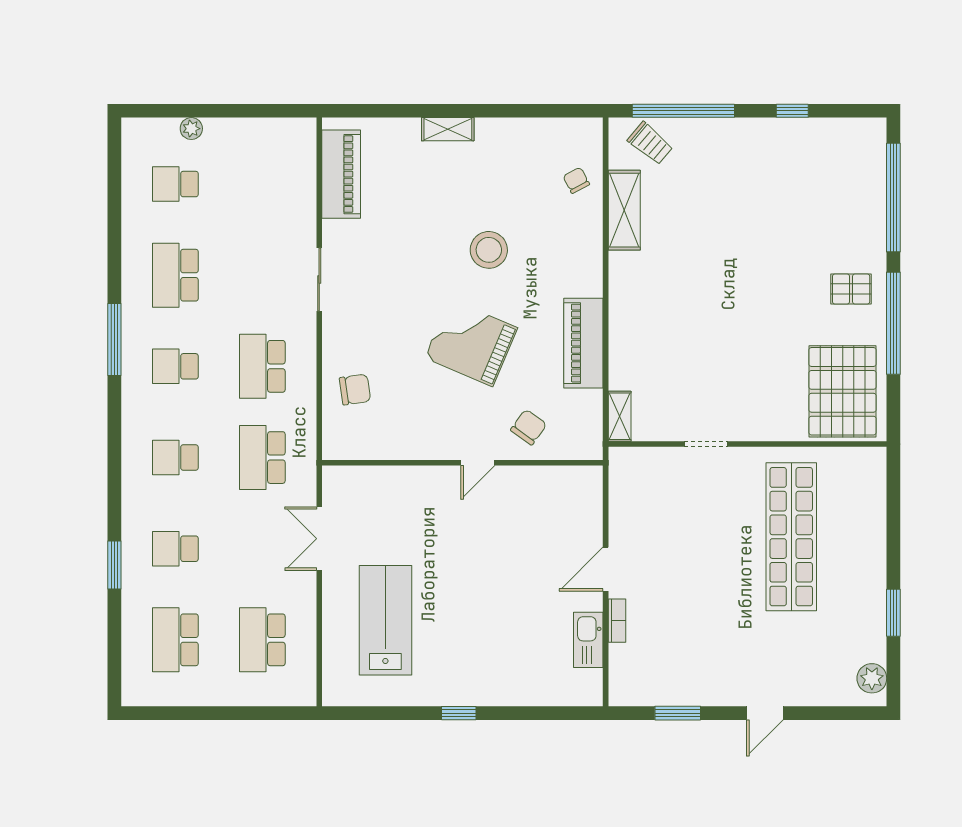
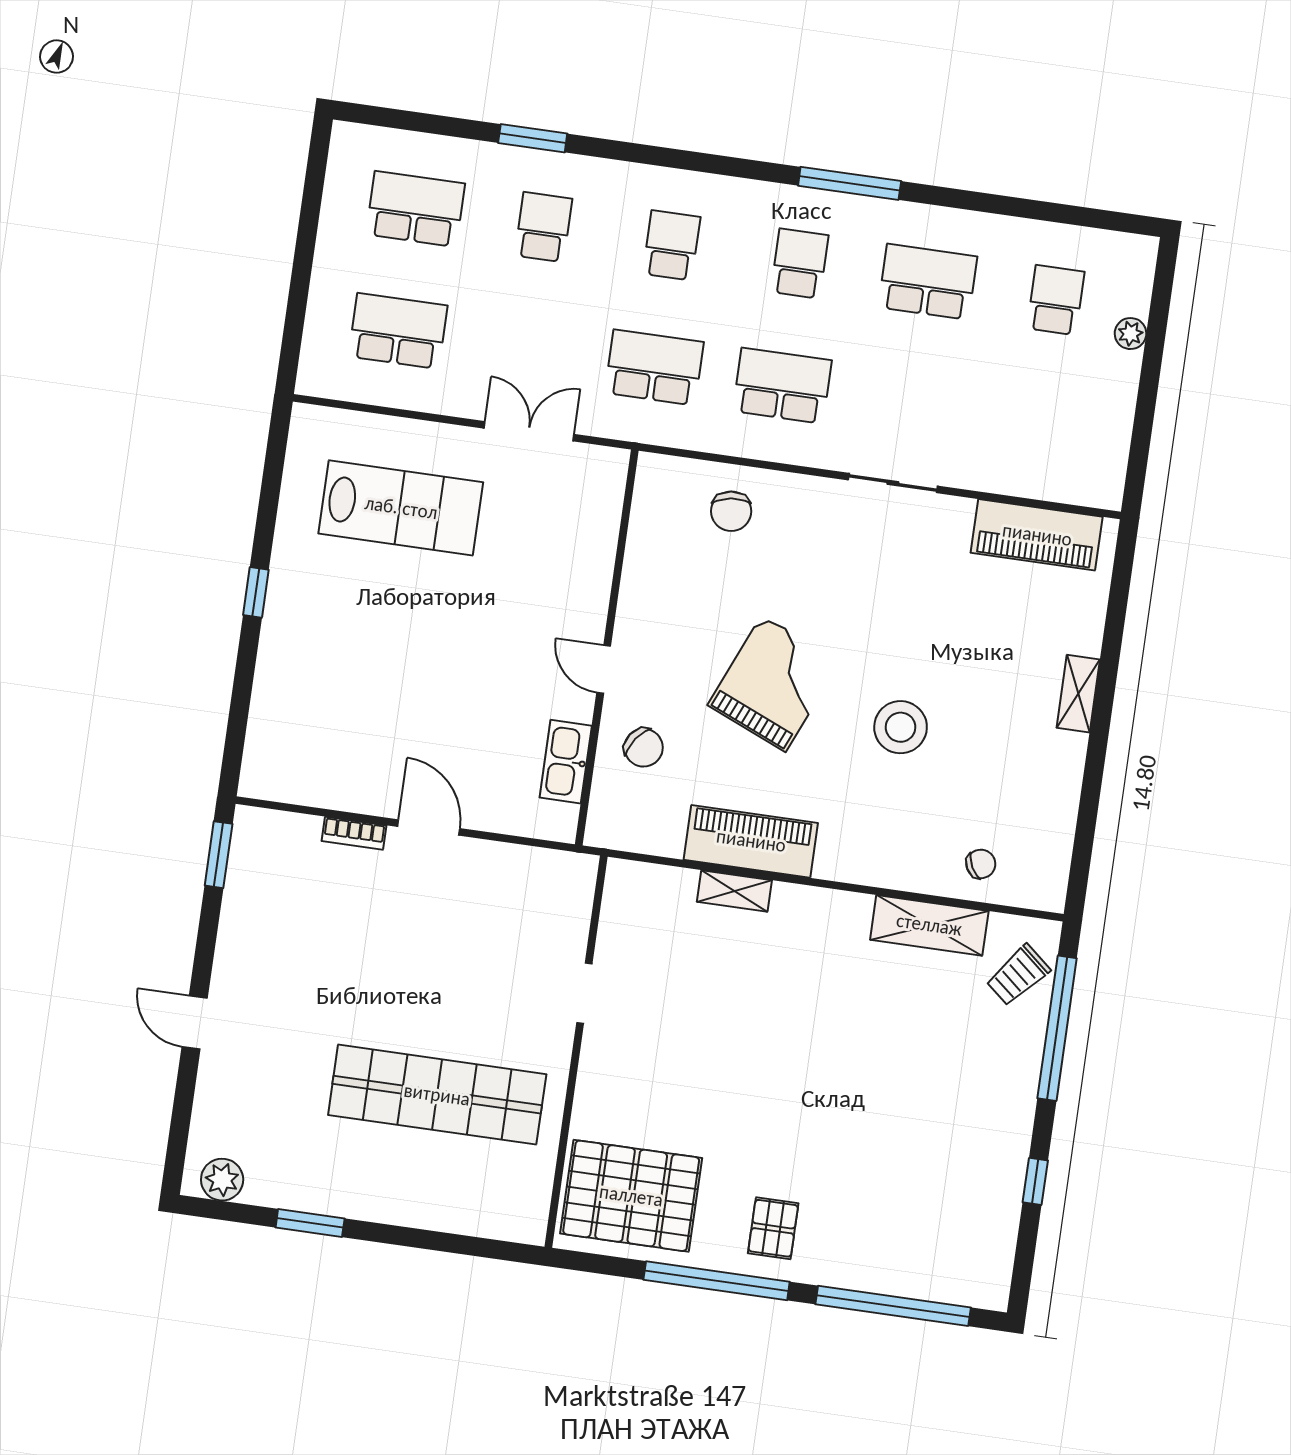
shelving: (620, 416) -> (734, 891), moved
kitchen sink: (588, 640) -> (566, 762), moved, turned -90
window: (678, 713) -> (219, 855), moved

